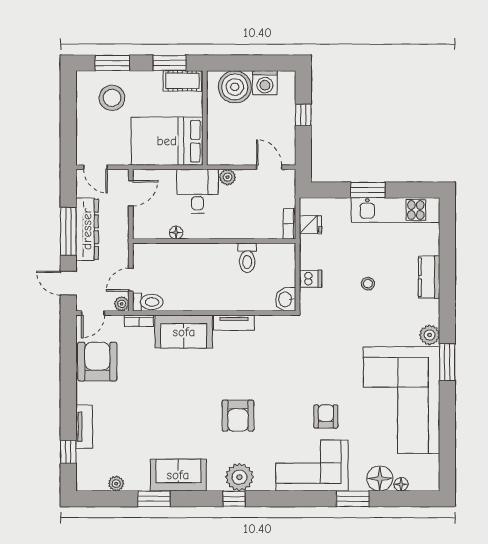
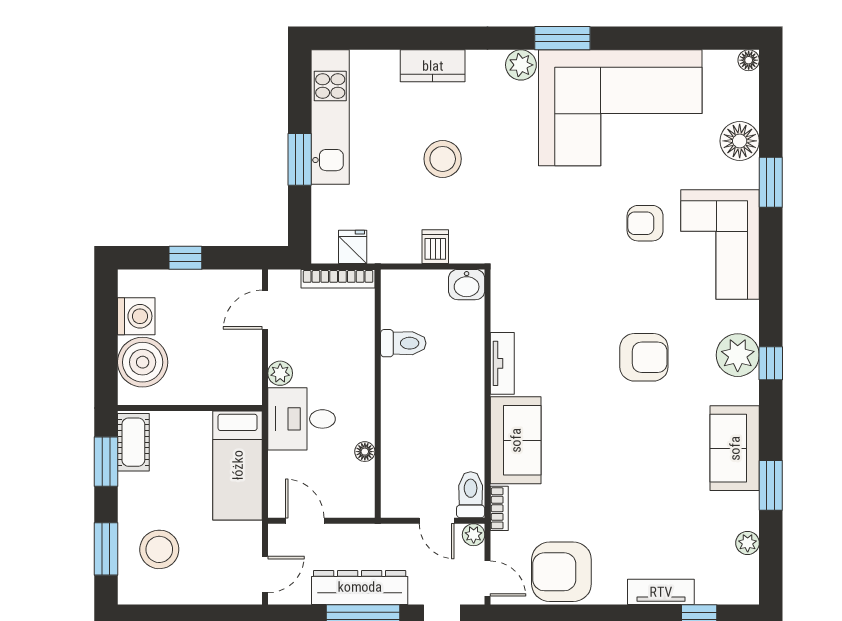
bed: (167, 141) -> (238, 465), width x0.67
bookcase: (289, 224) -> (338, 279), width x1.56
stool: (368, 284) -> (443, 159), width x1.89, depth x1.89
floor lamp: (401, 484) -> (749, 60), moved

